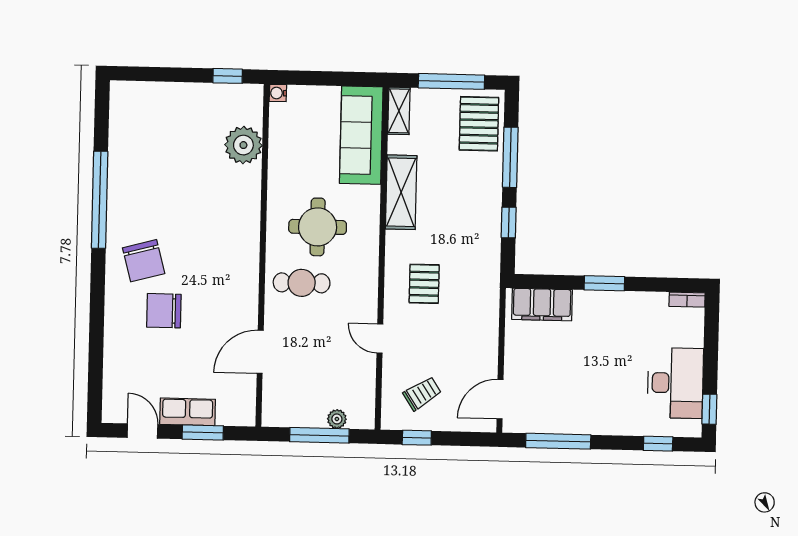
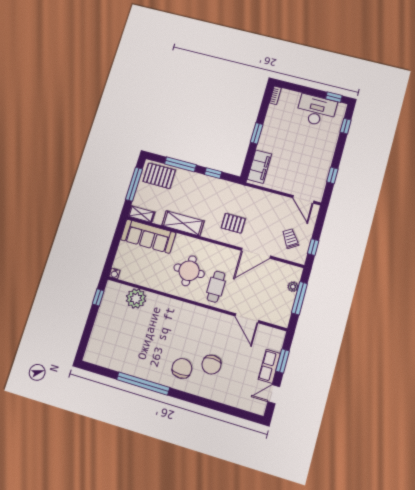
chair: (144, 261) -> (182, 368), turned -75
door: (380, 339) -> (256, 253), width x1.88
window: (558, 441) -> (332, 175), width x0.46

